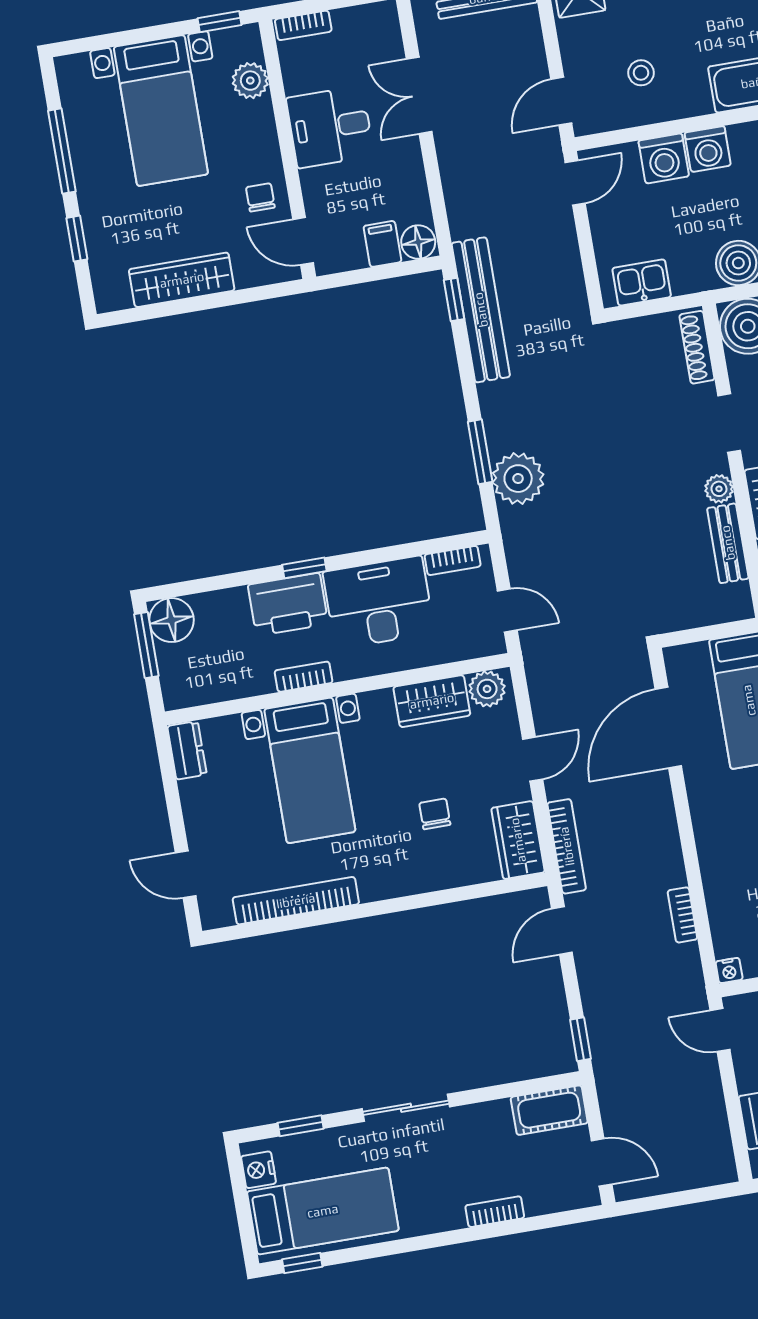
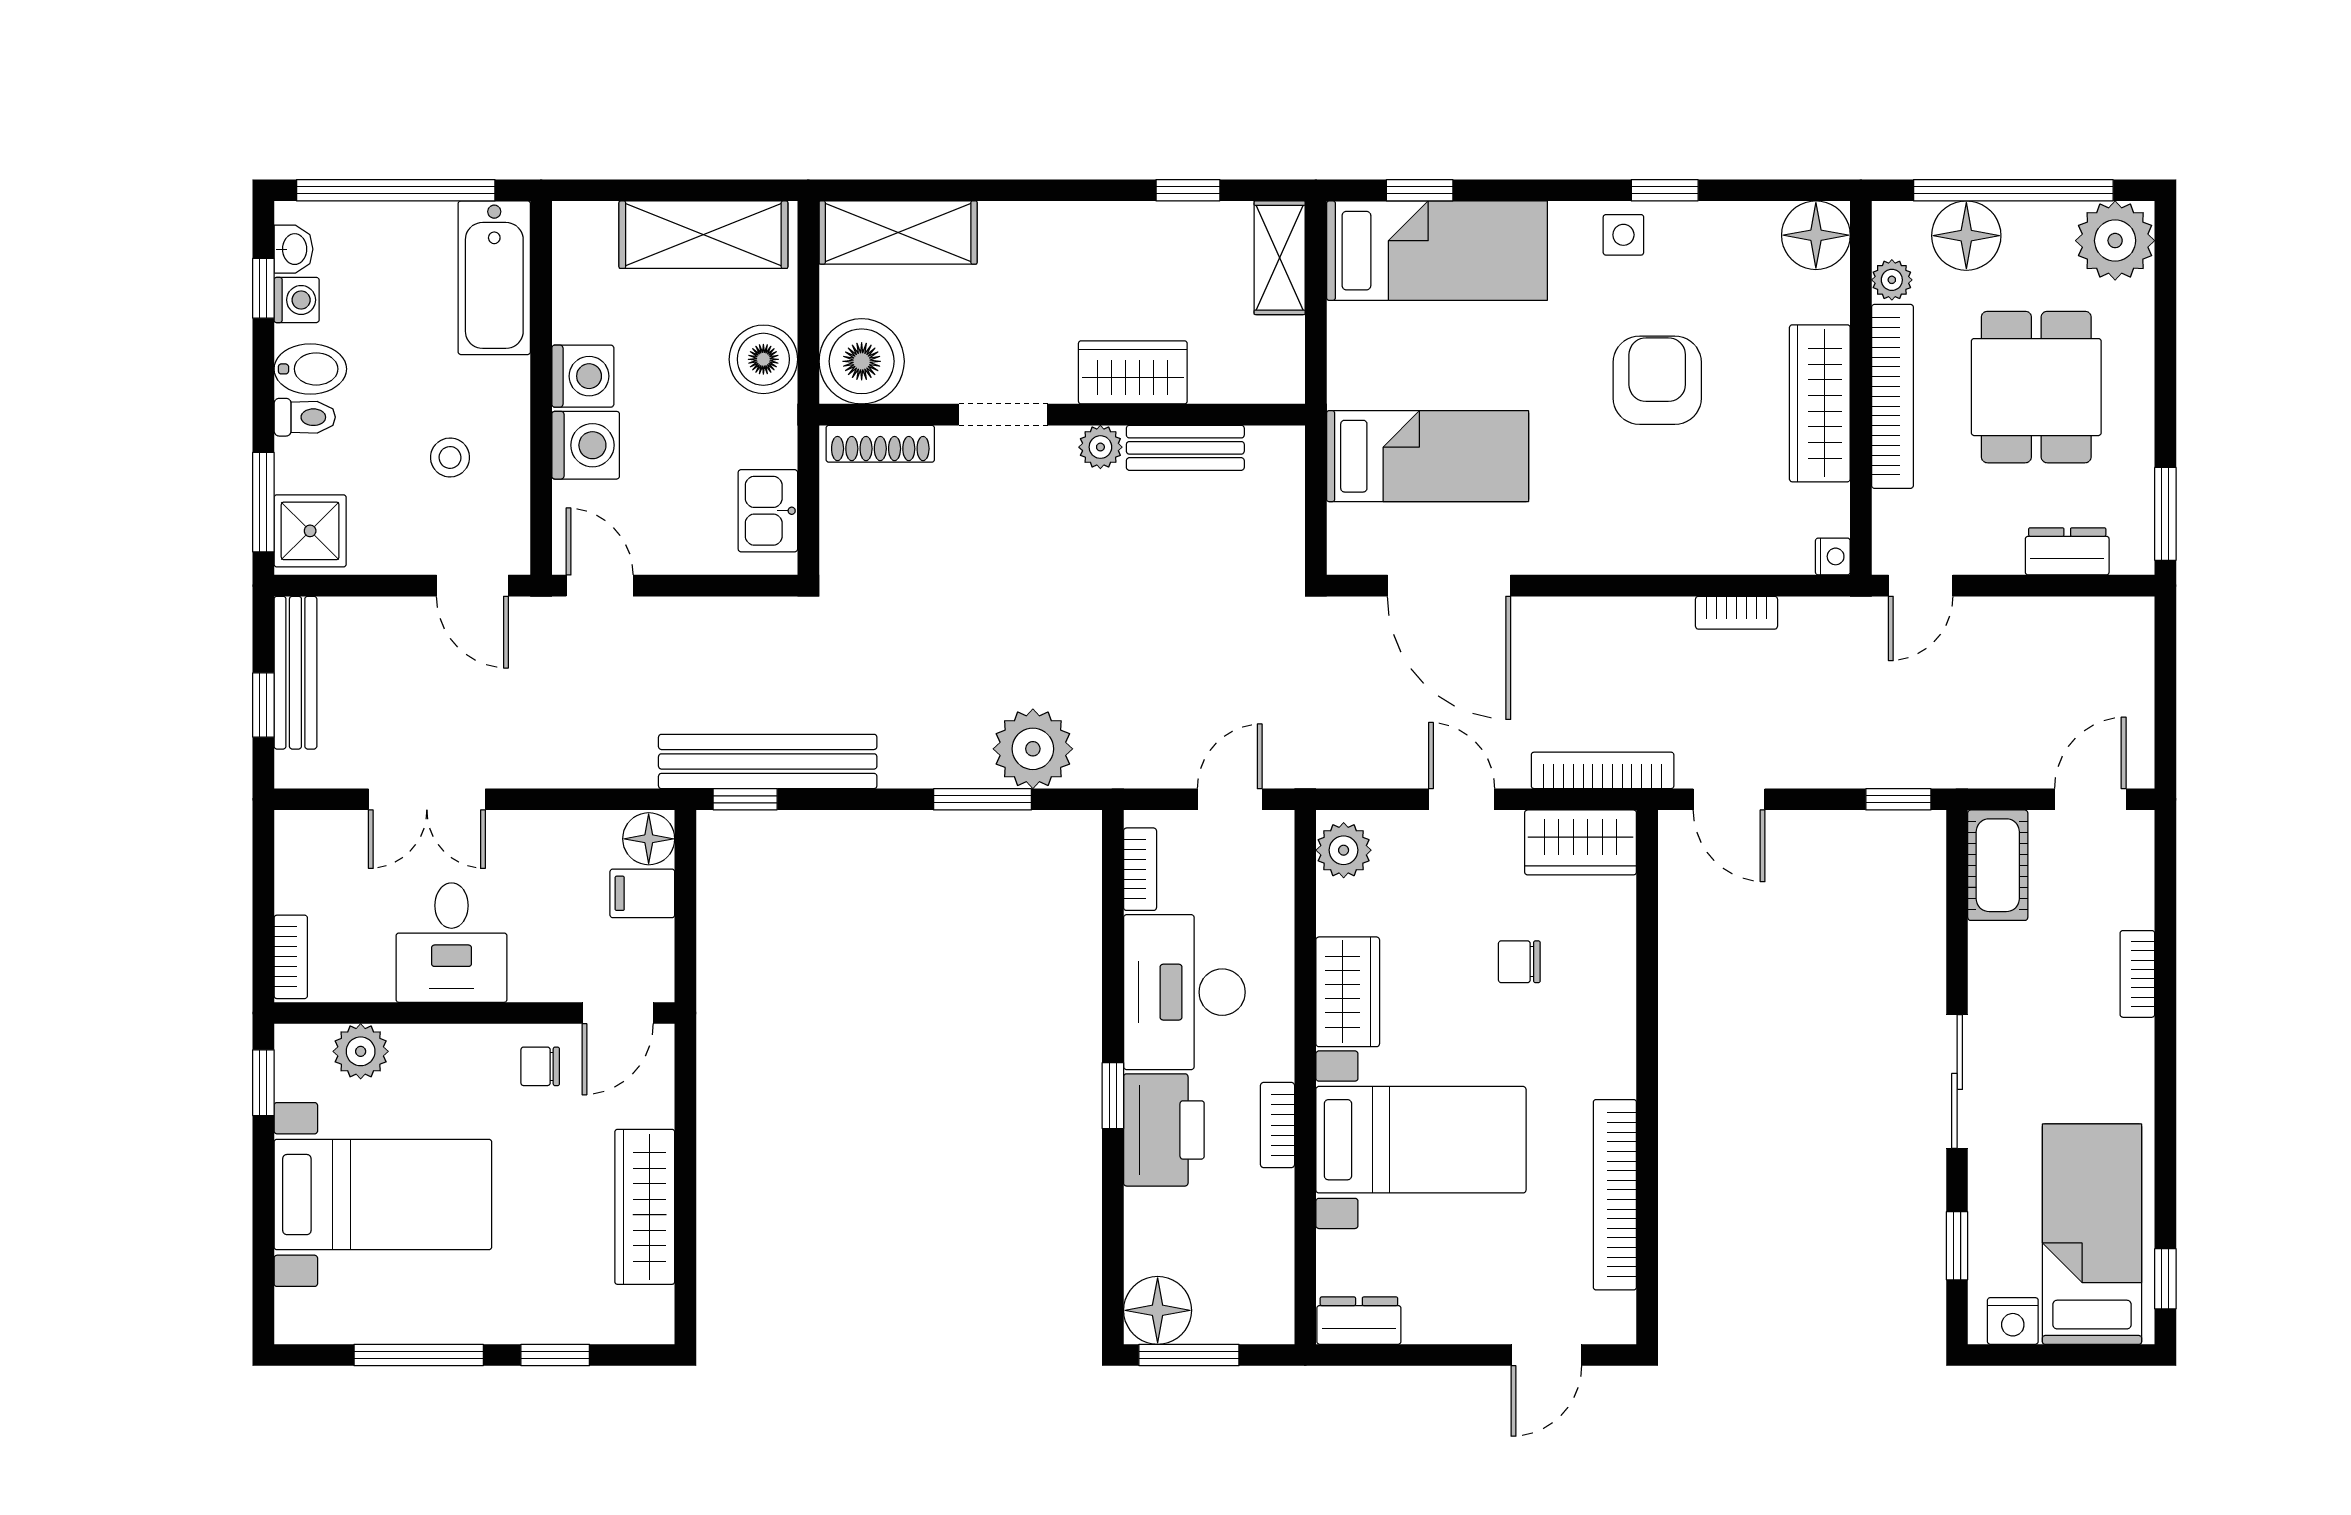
wardrobe: (432, 701) -> (1348, 992), moved

